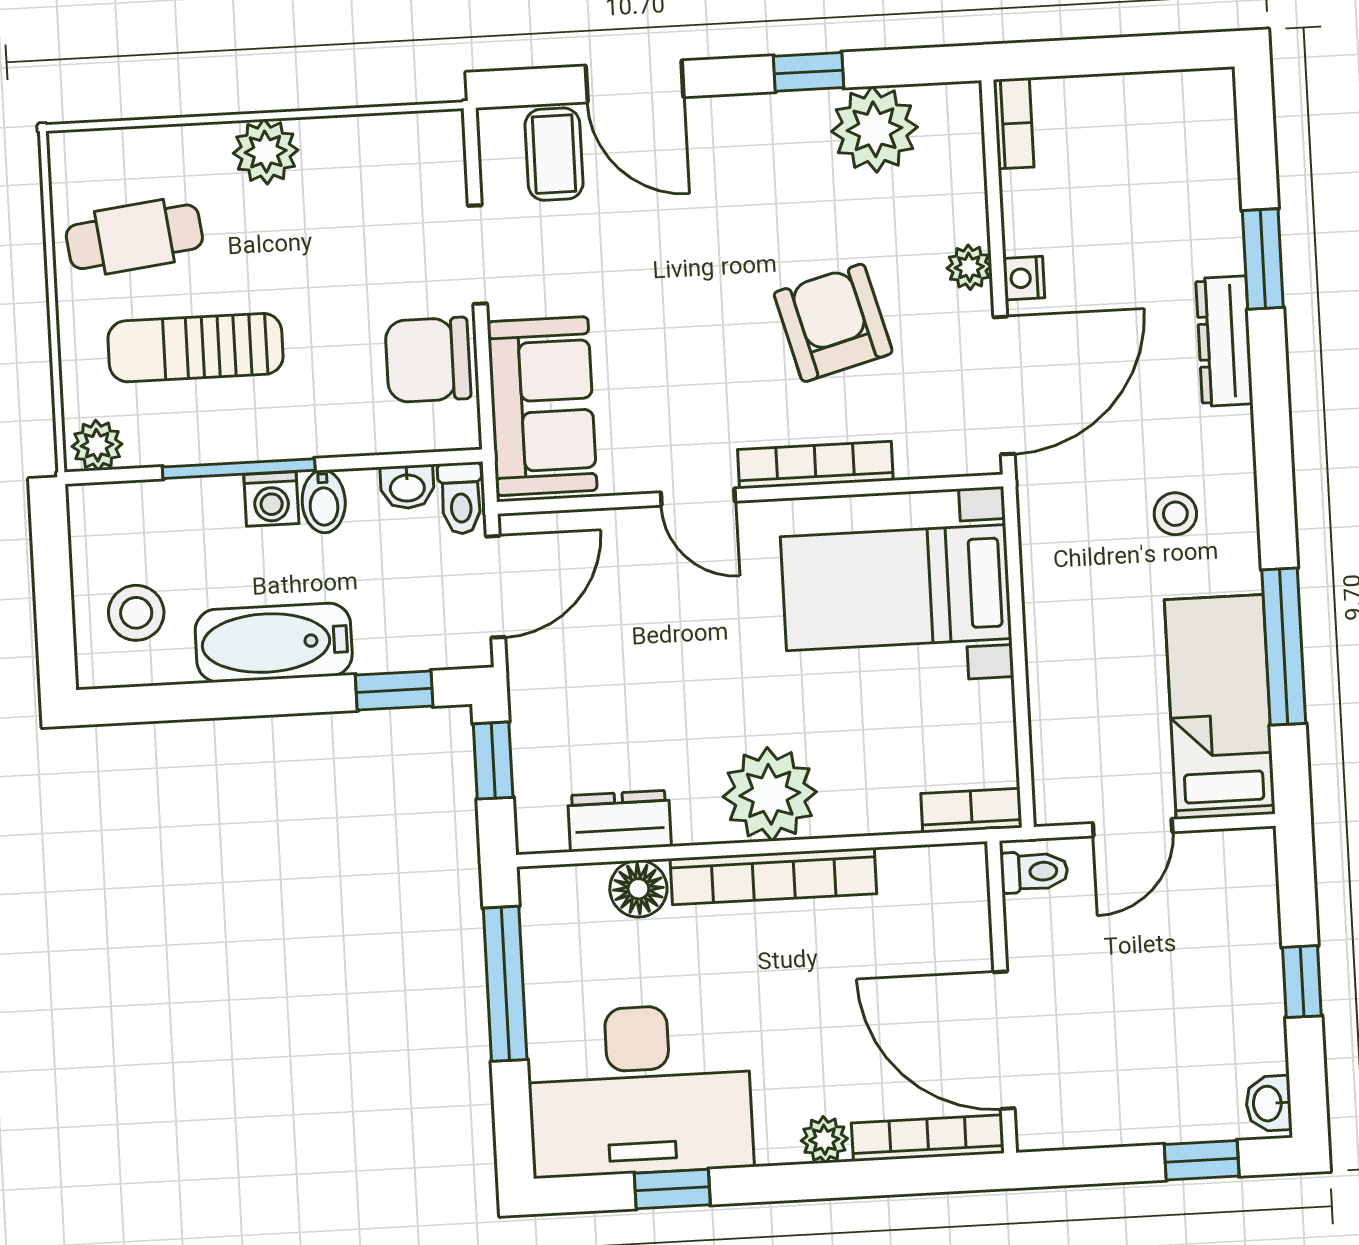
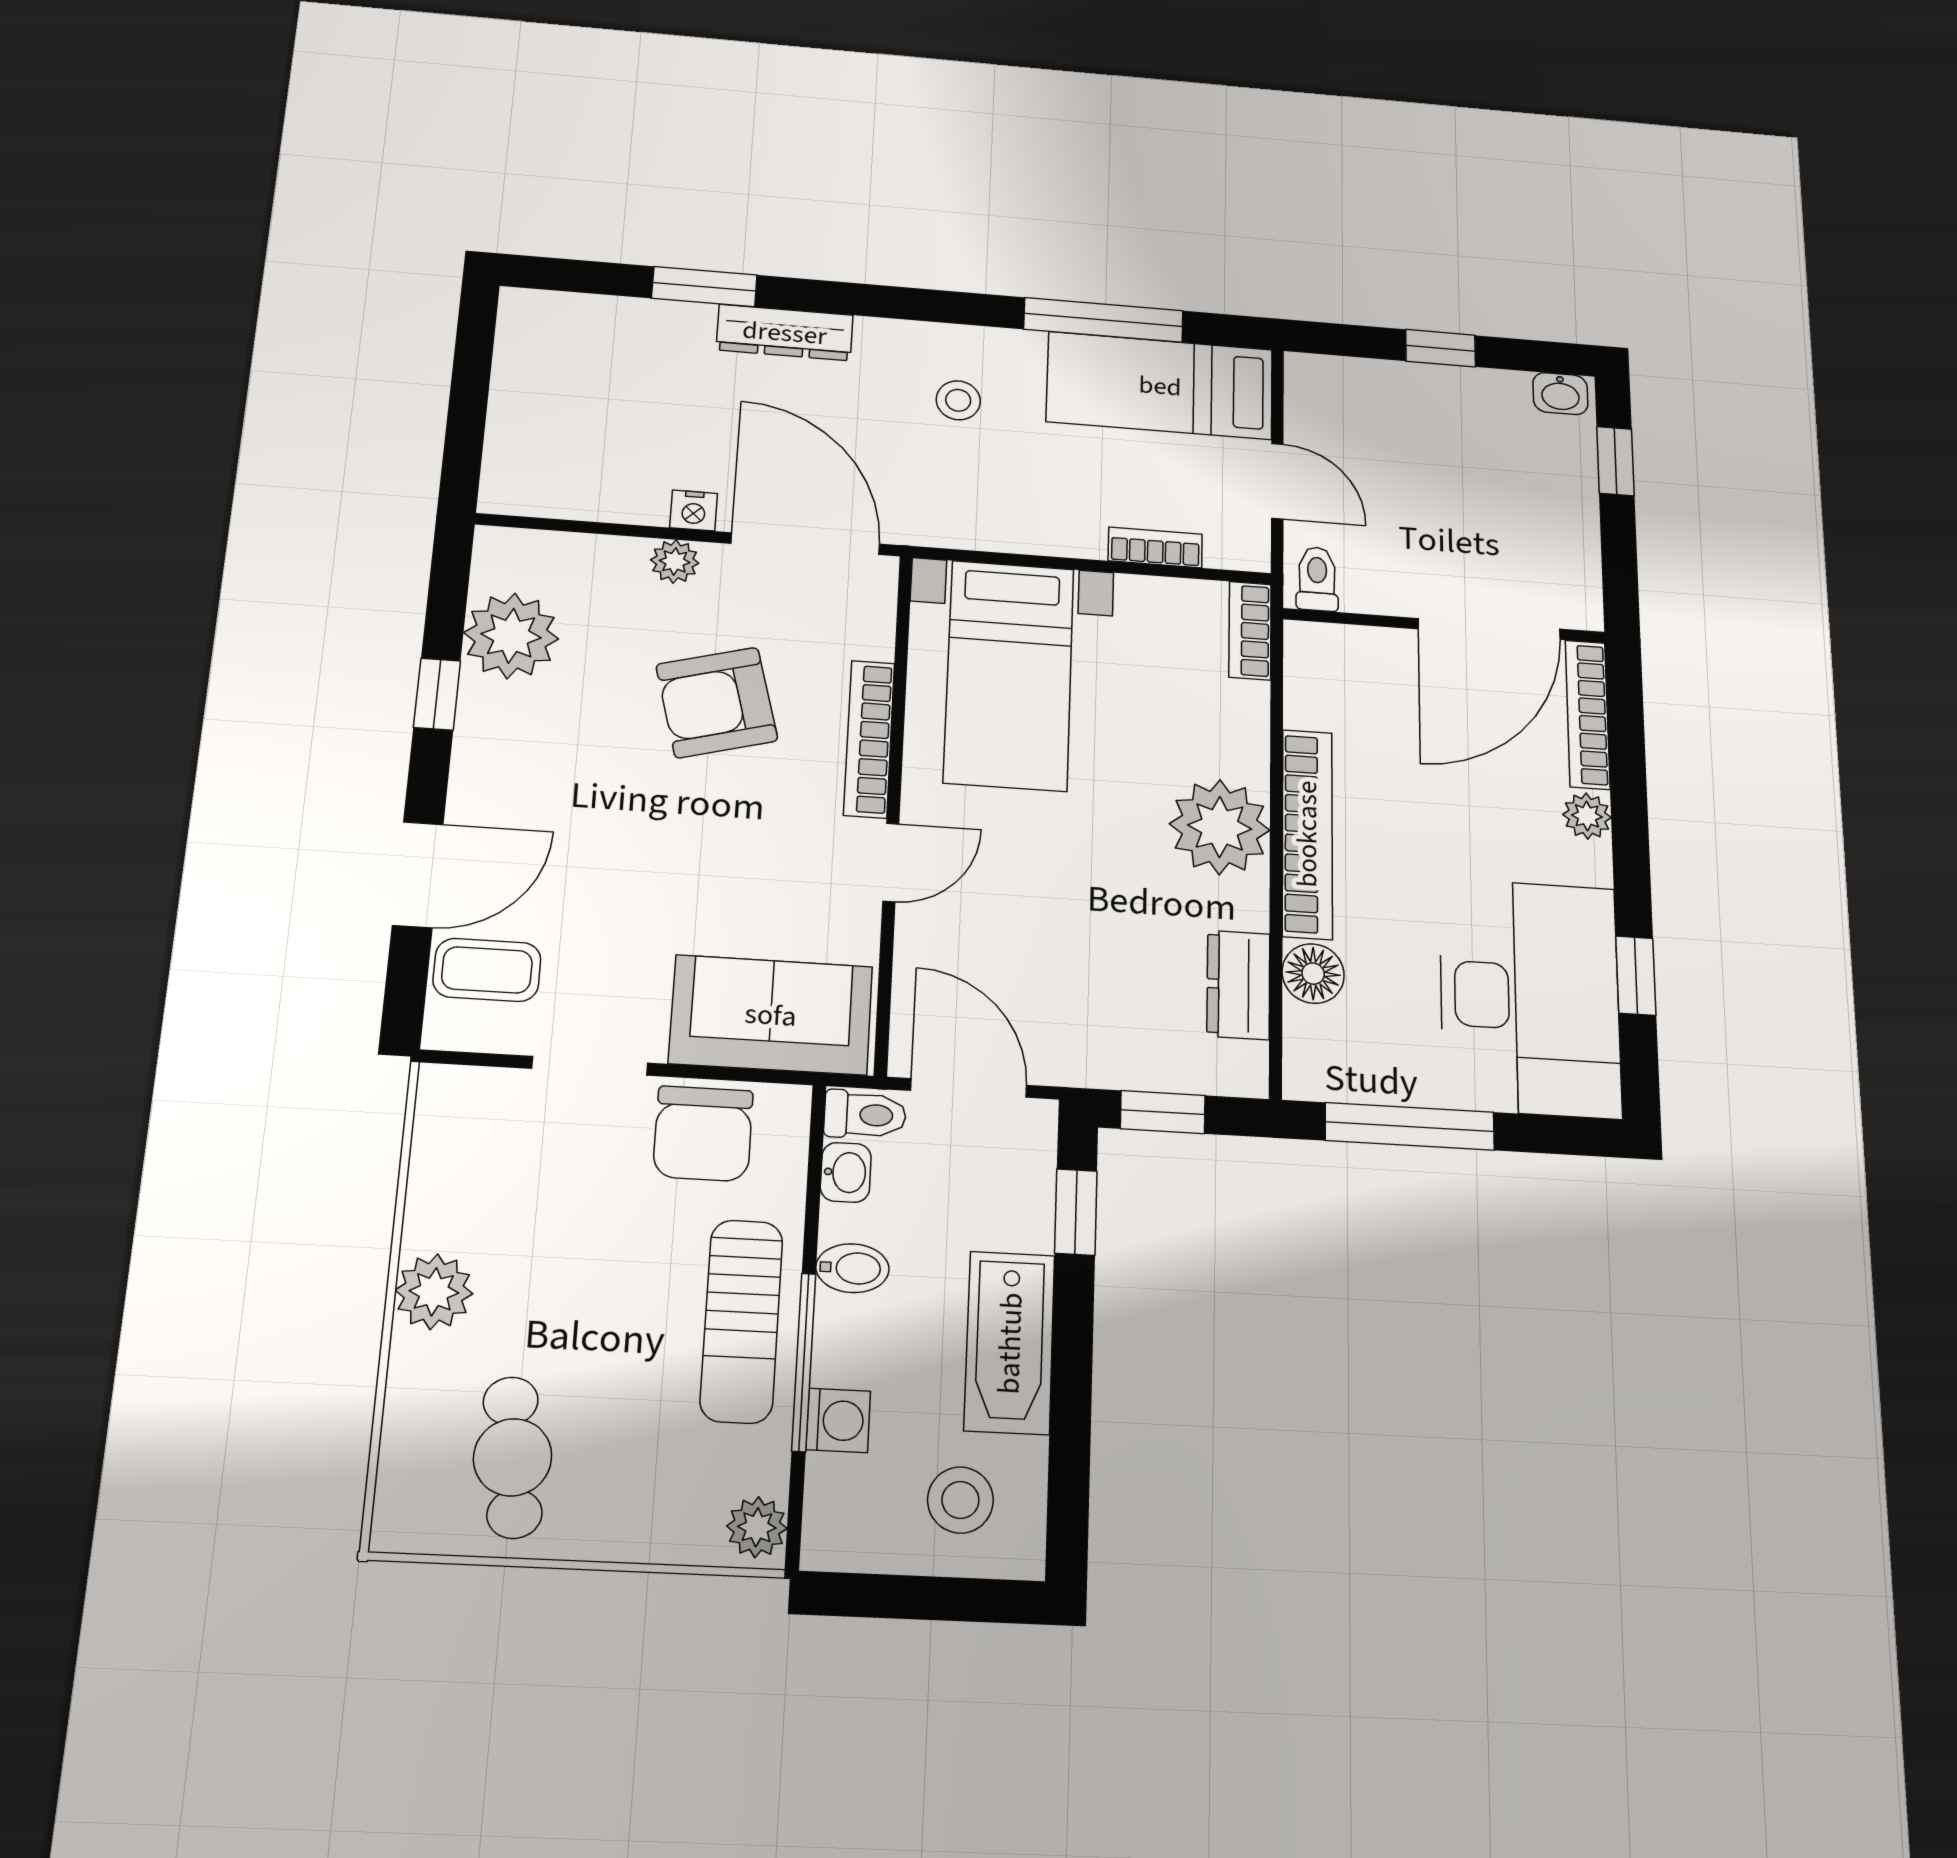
bookcase: (1014, 123) -> (1155, 547), moved
sun lounger: (195, 348) -> (742, 1321), moved
washing machine: (271, 499) -> (838, 1420), moved

